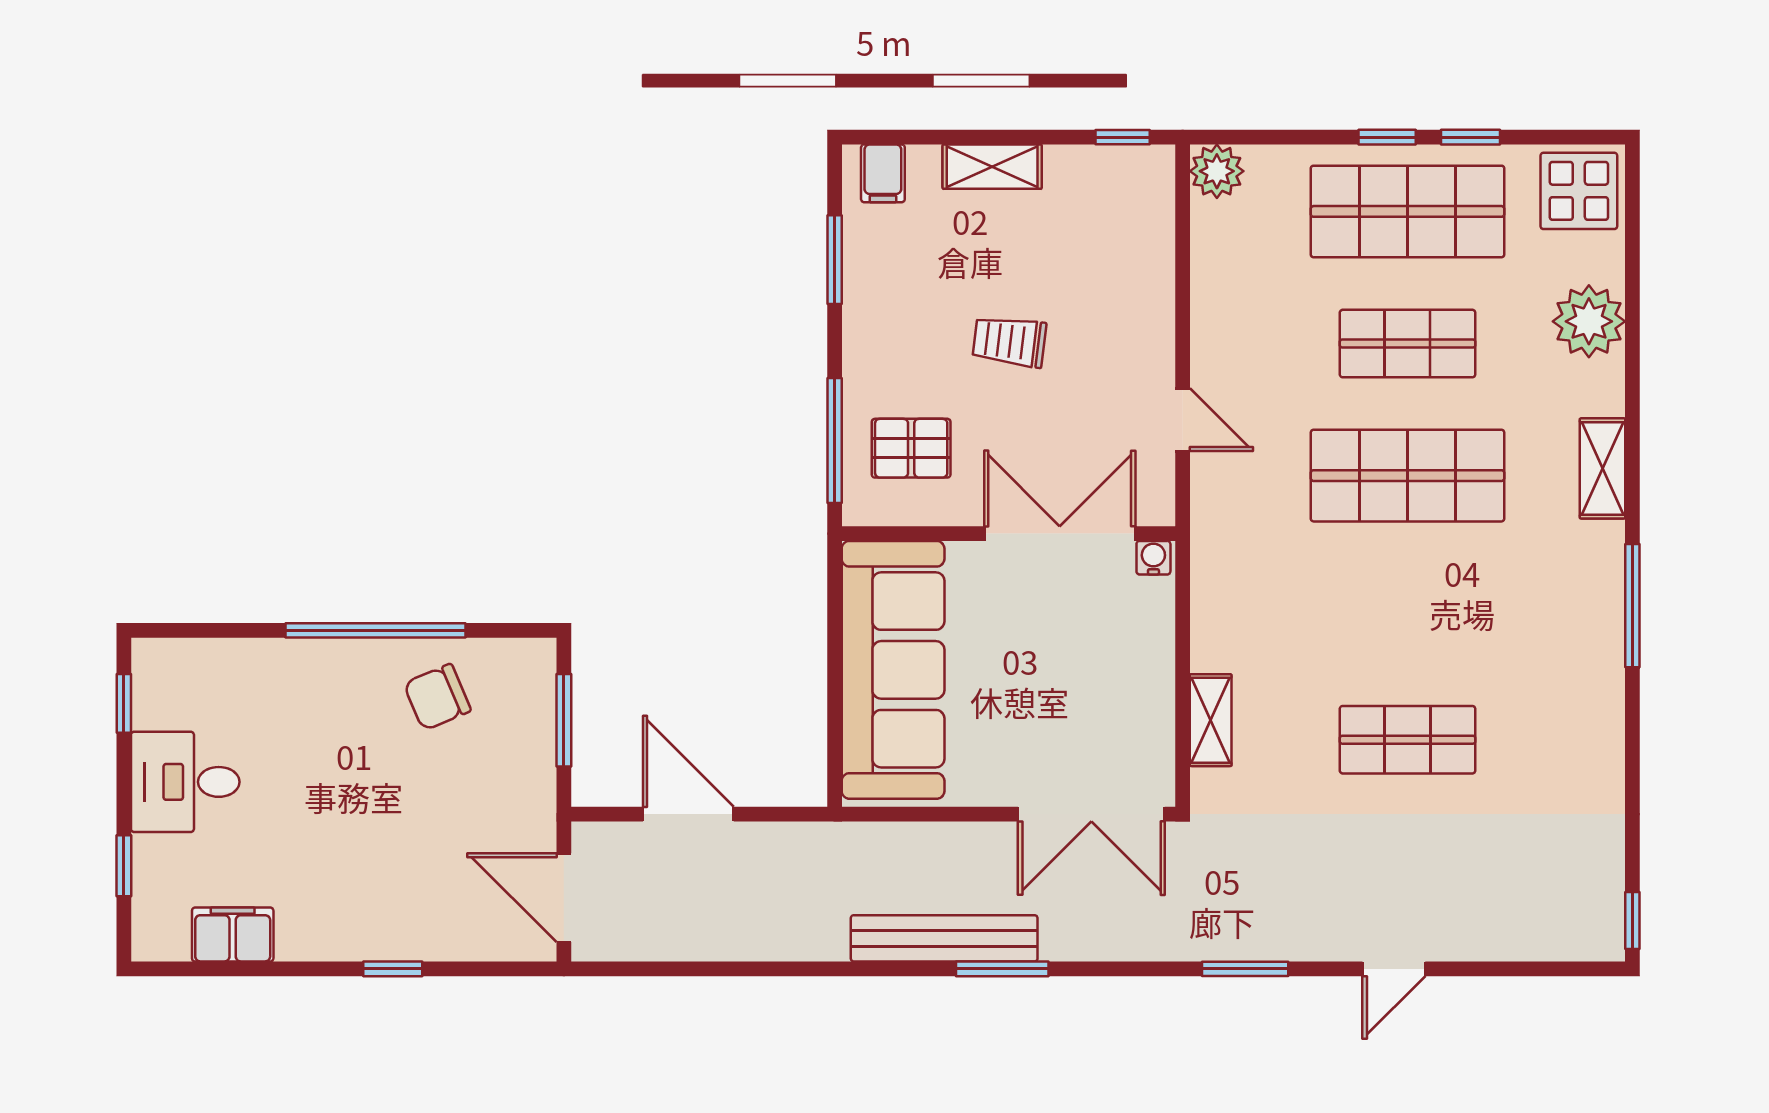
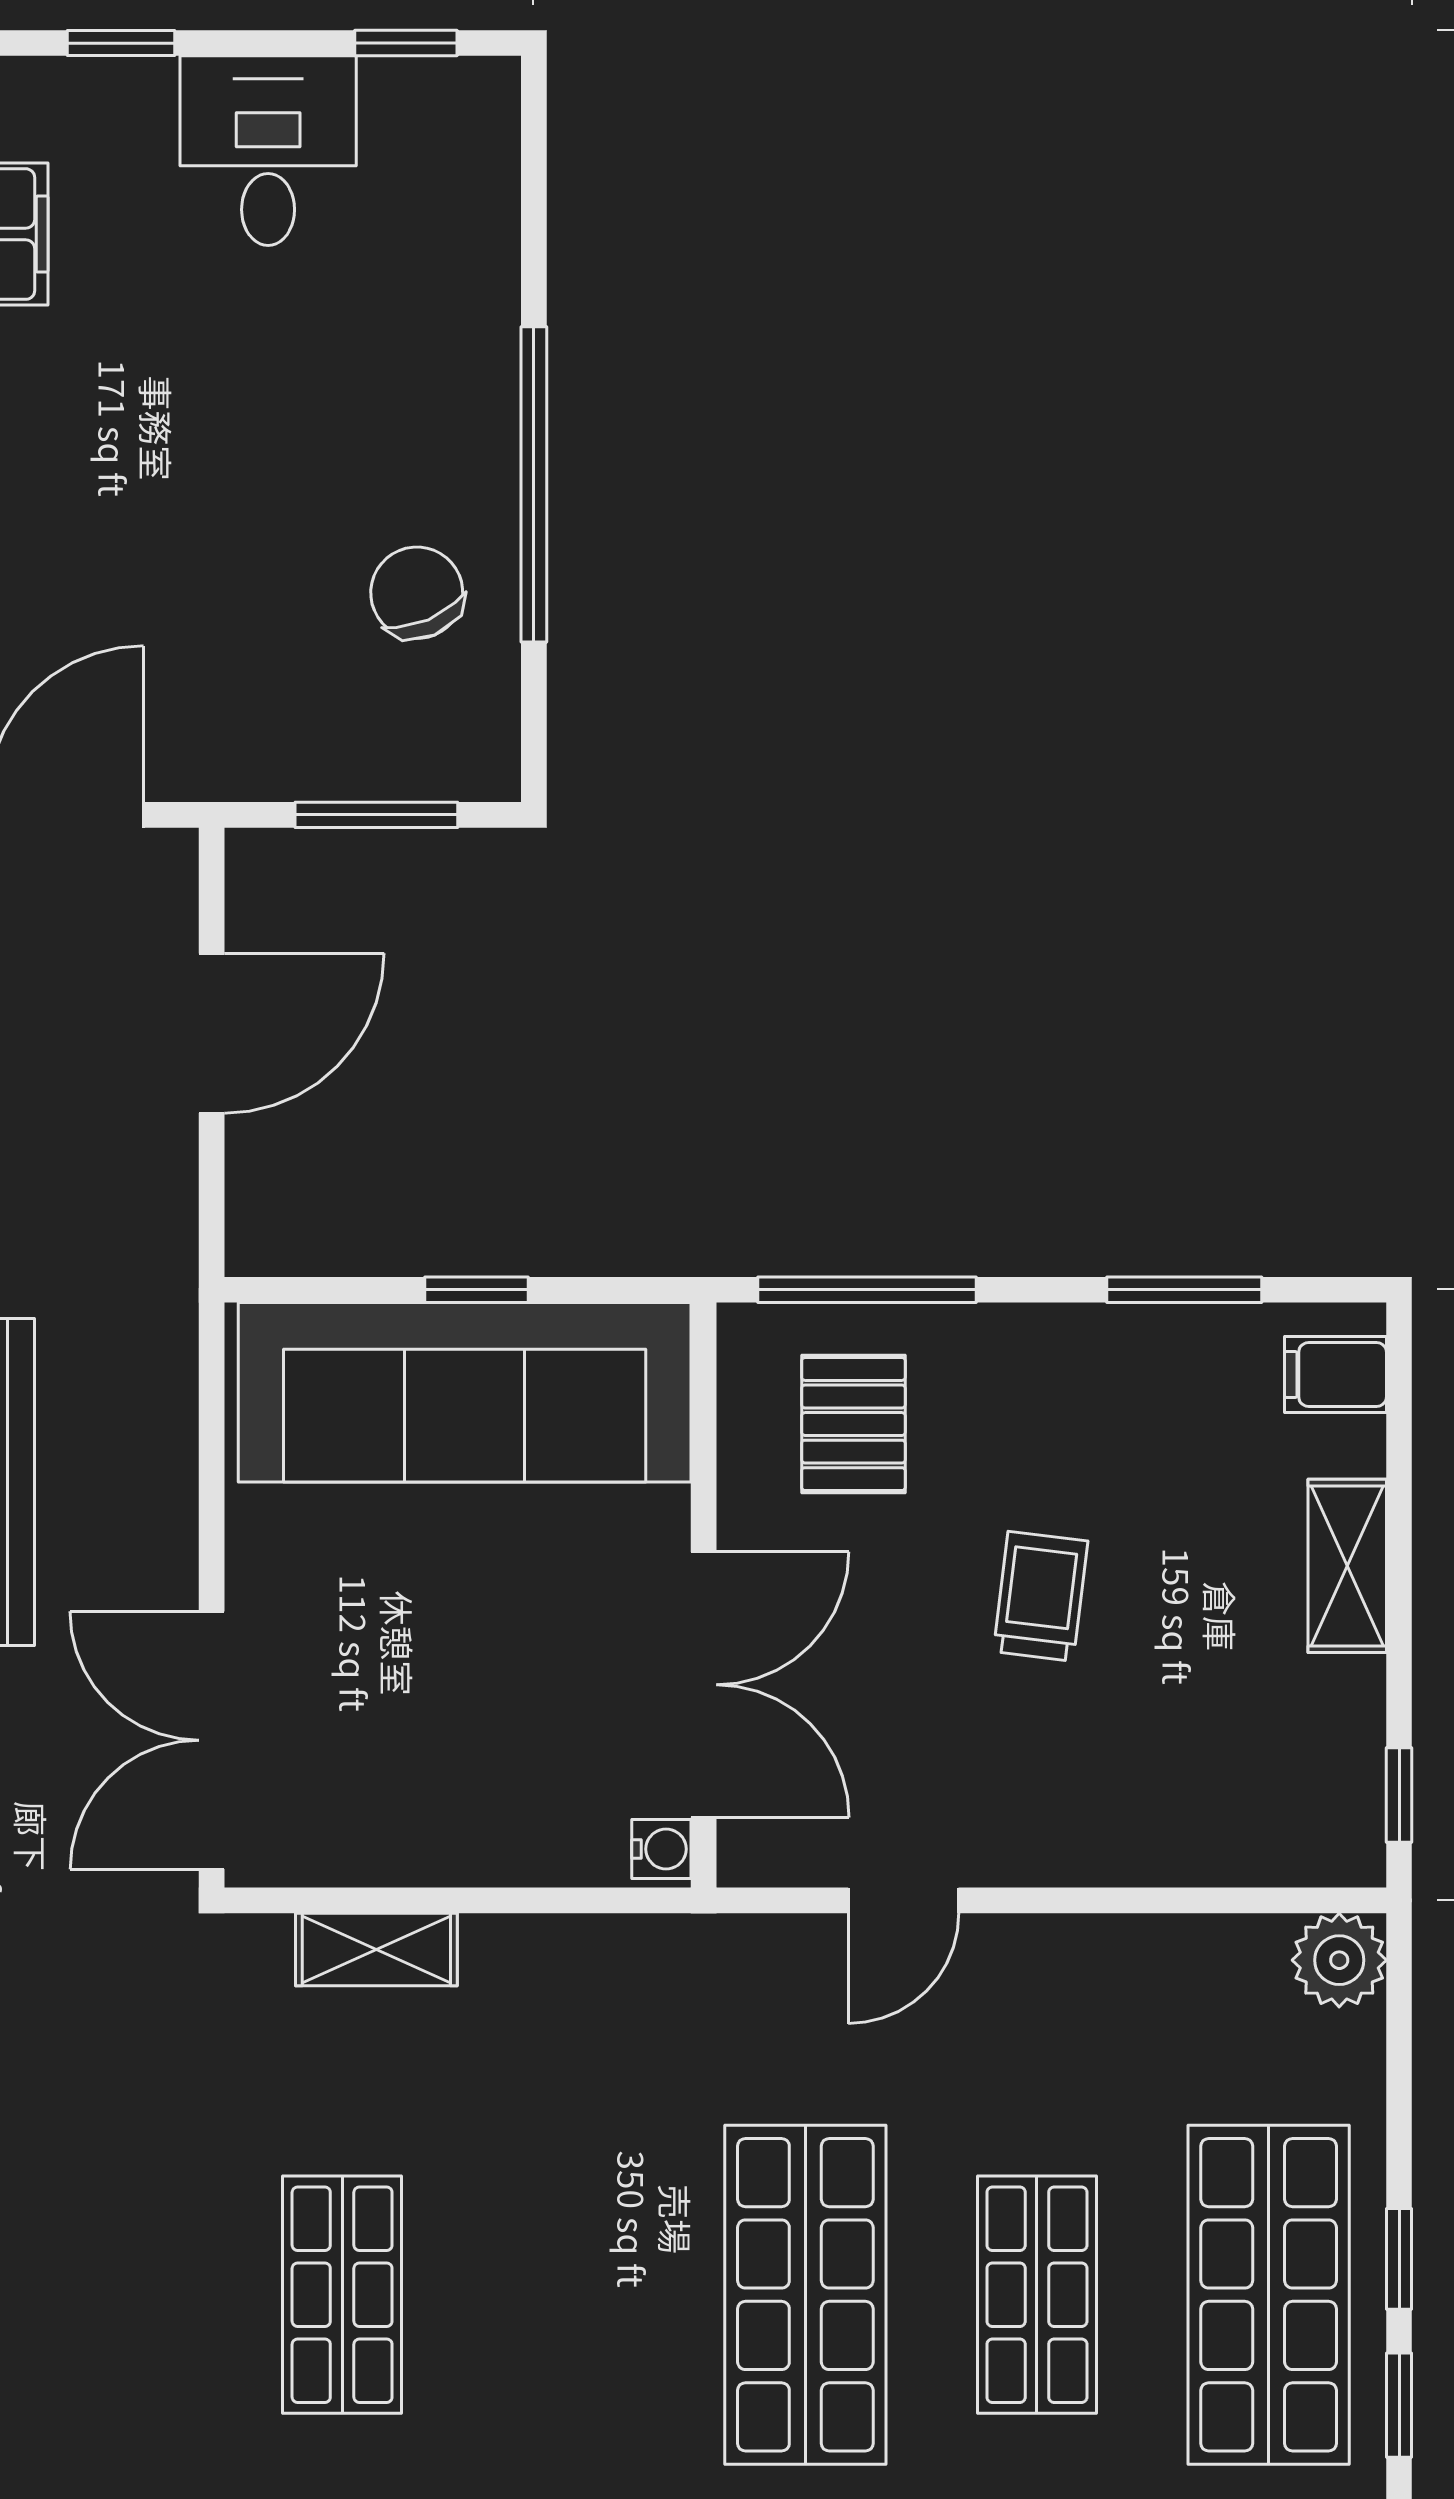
window: (835, 663) -> (477, 1290), added

